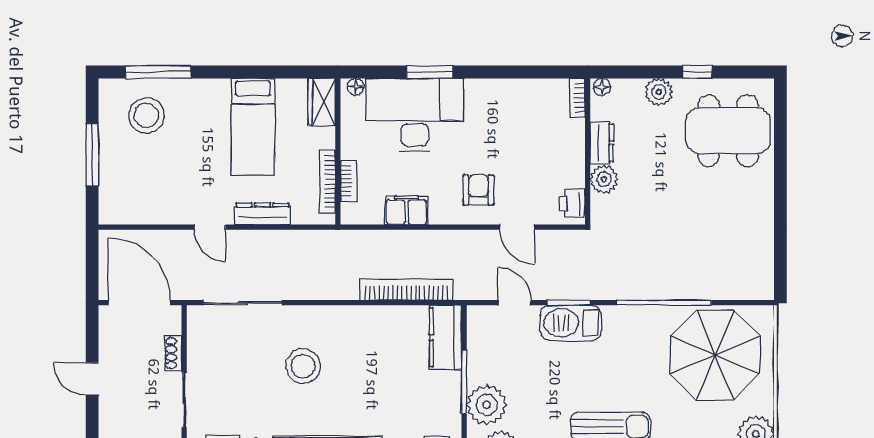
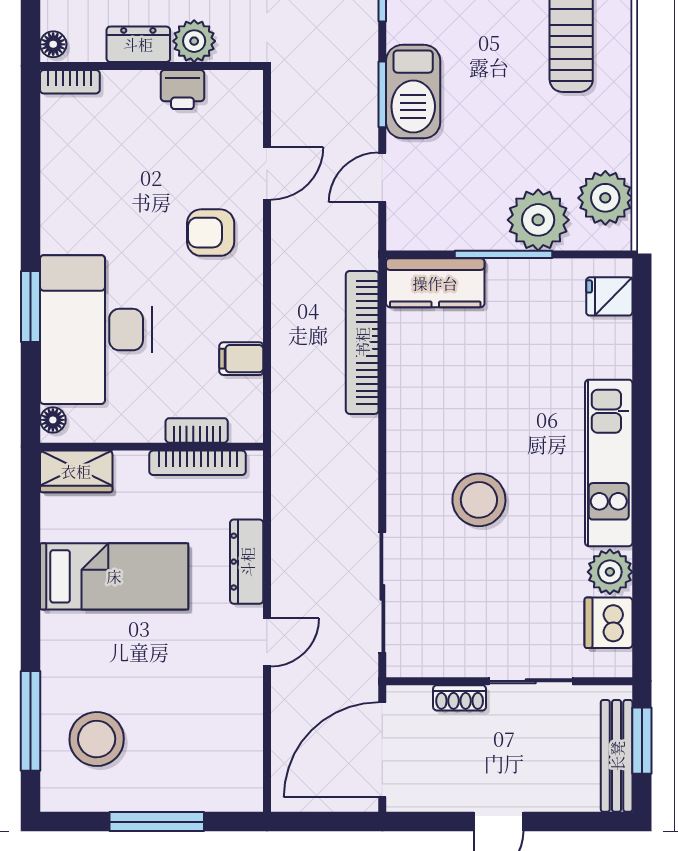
printer: (572, 203) -> (182, 90), moved
filing cabinet: (406, 210) -> (241, 359), width x0.50

